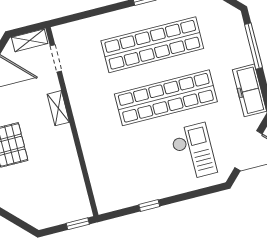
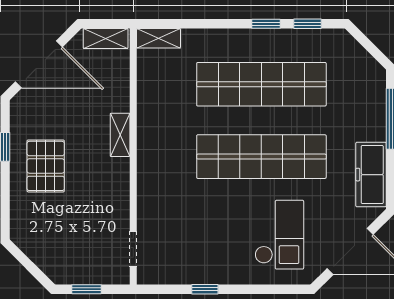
shelving: (68, 30) -> (159, 38), added
doorway: (56, 58) -> (133, 249), moved
window: (78, 224) -> (86, 289), moved

